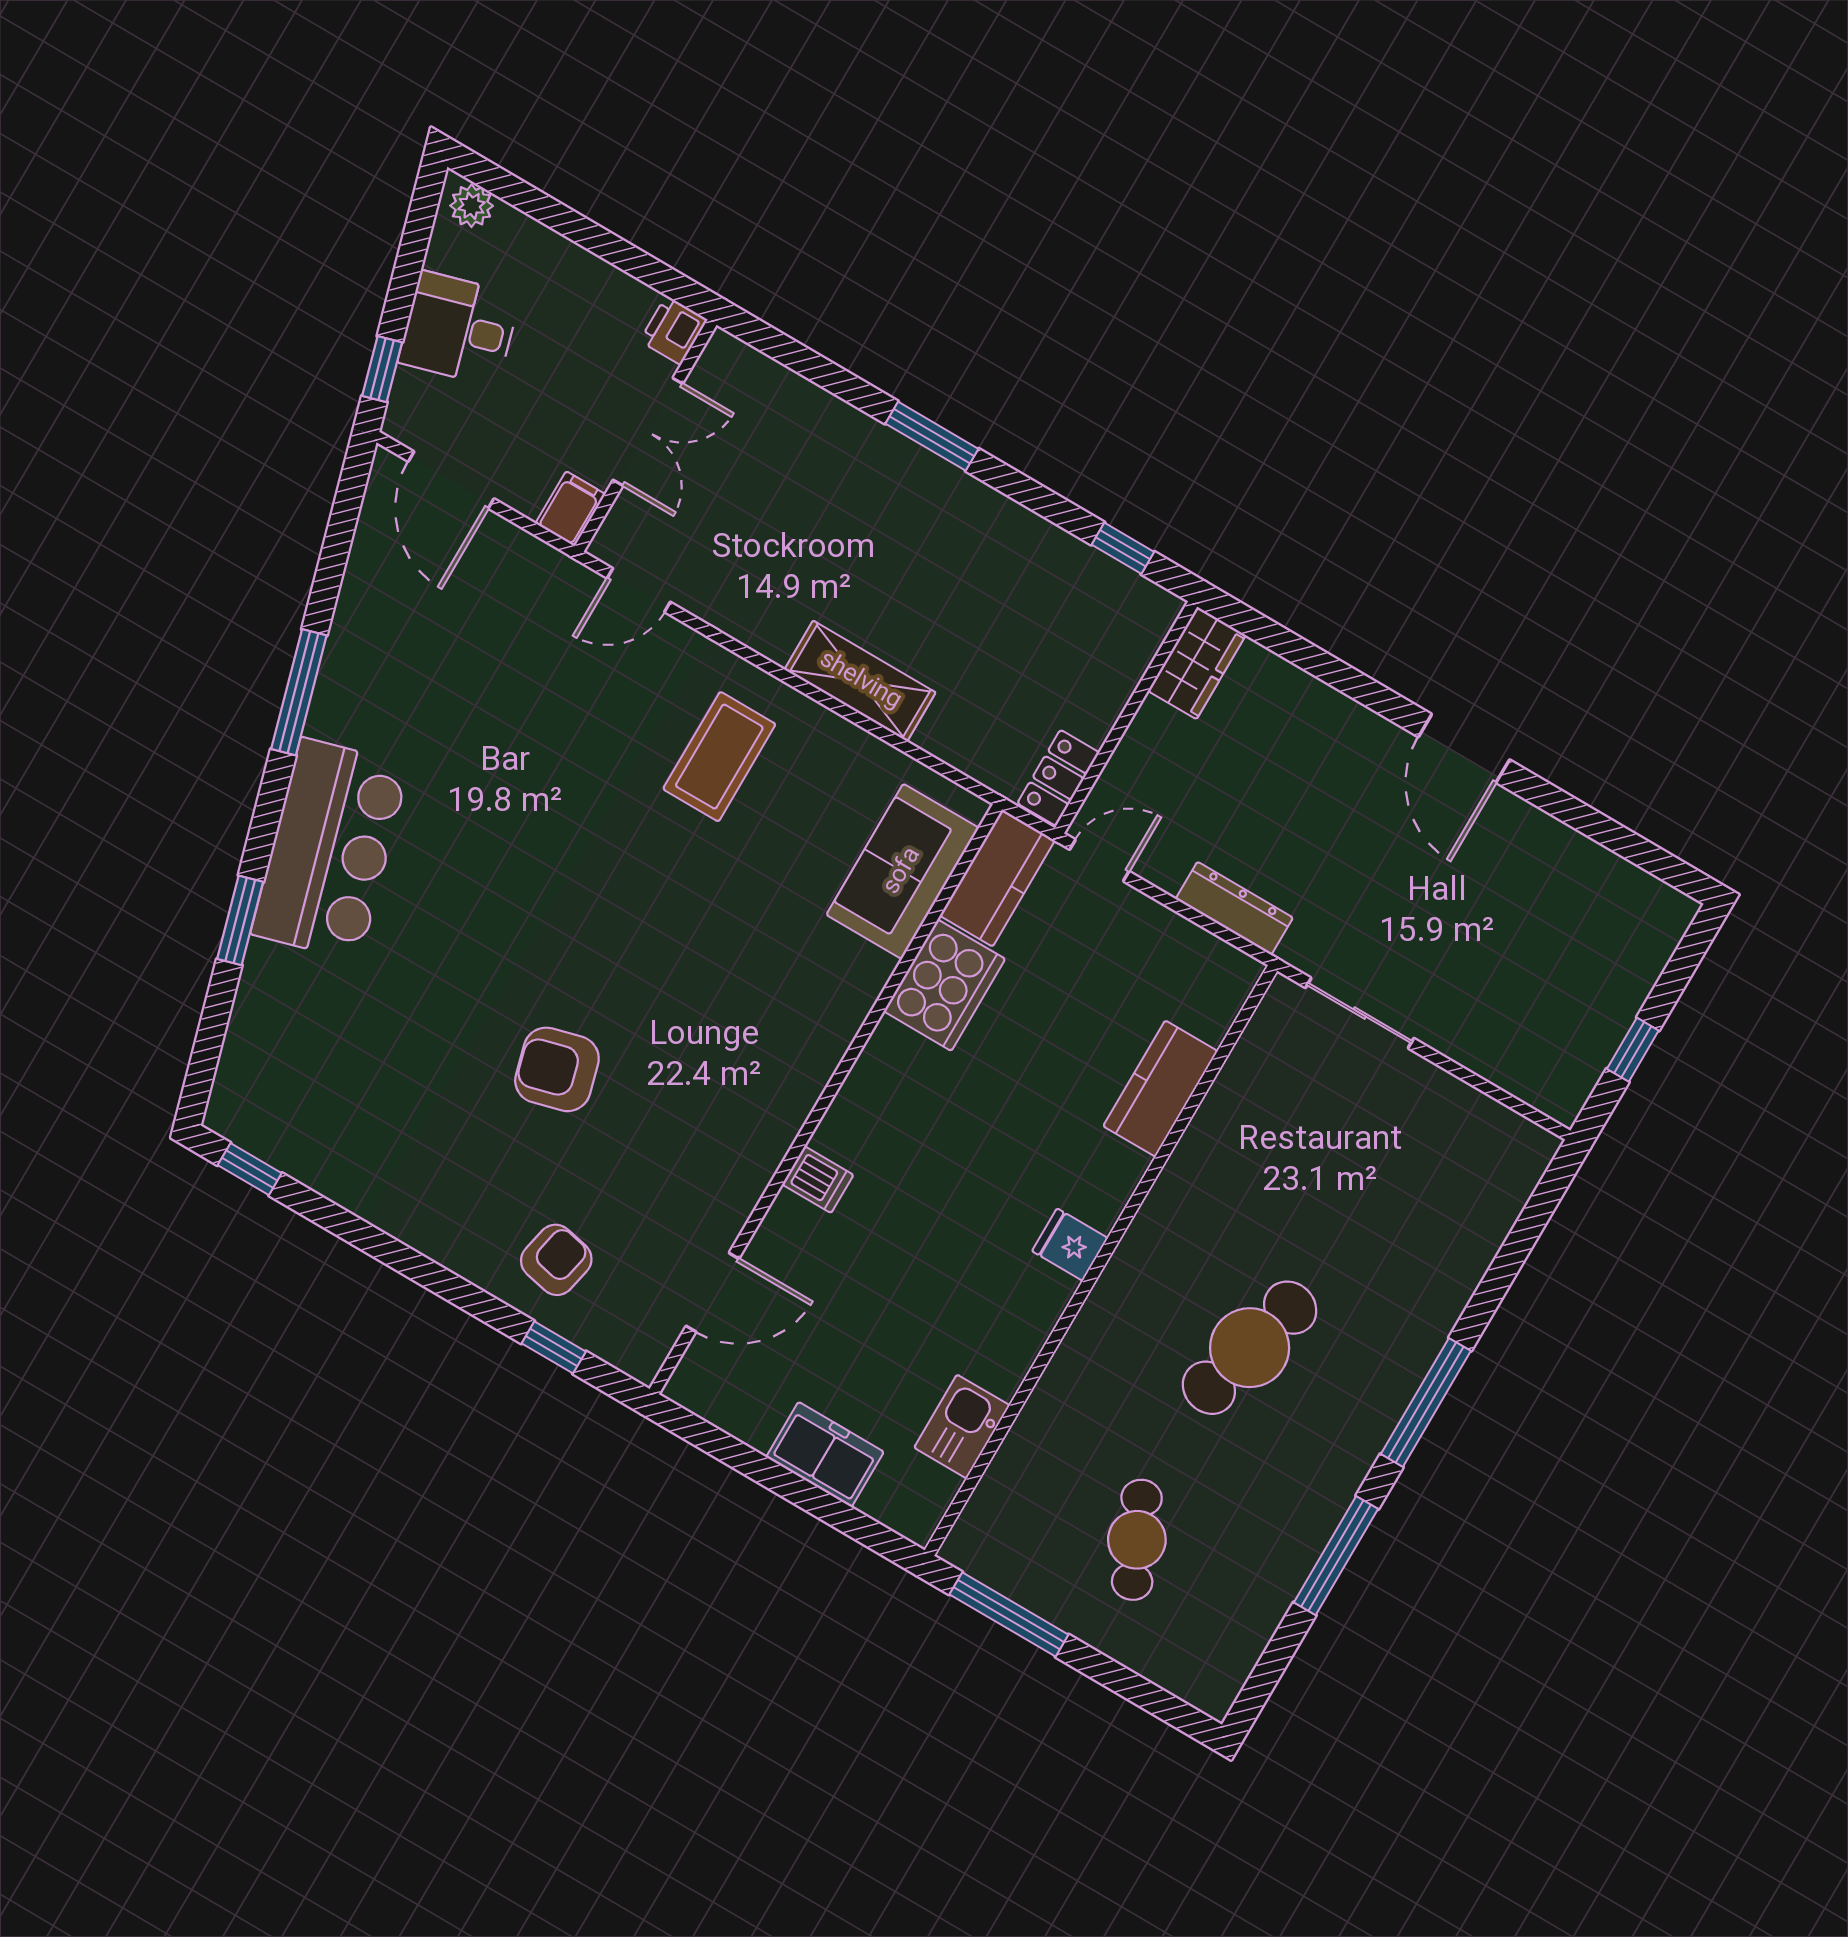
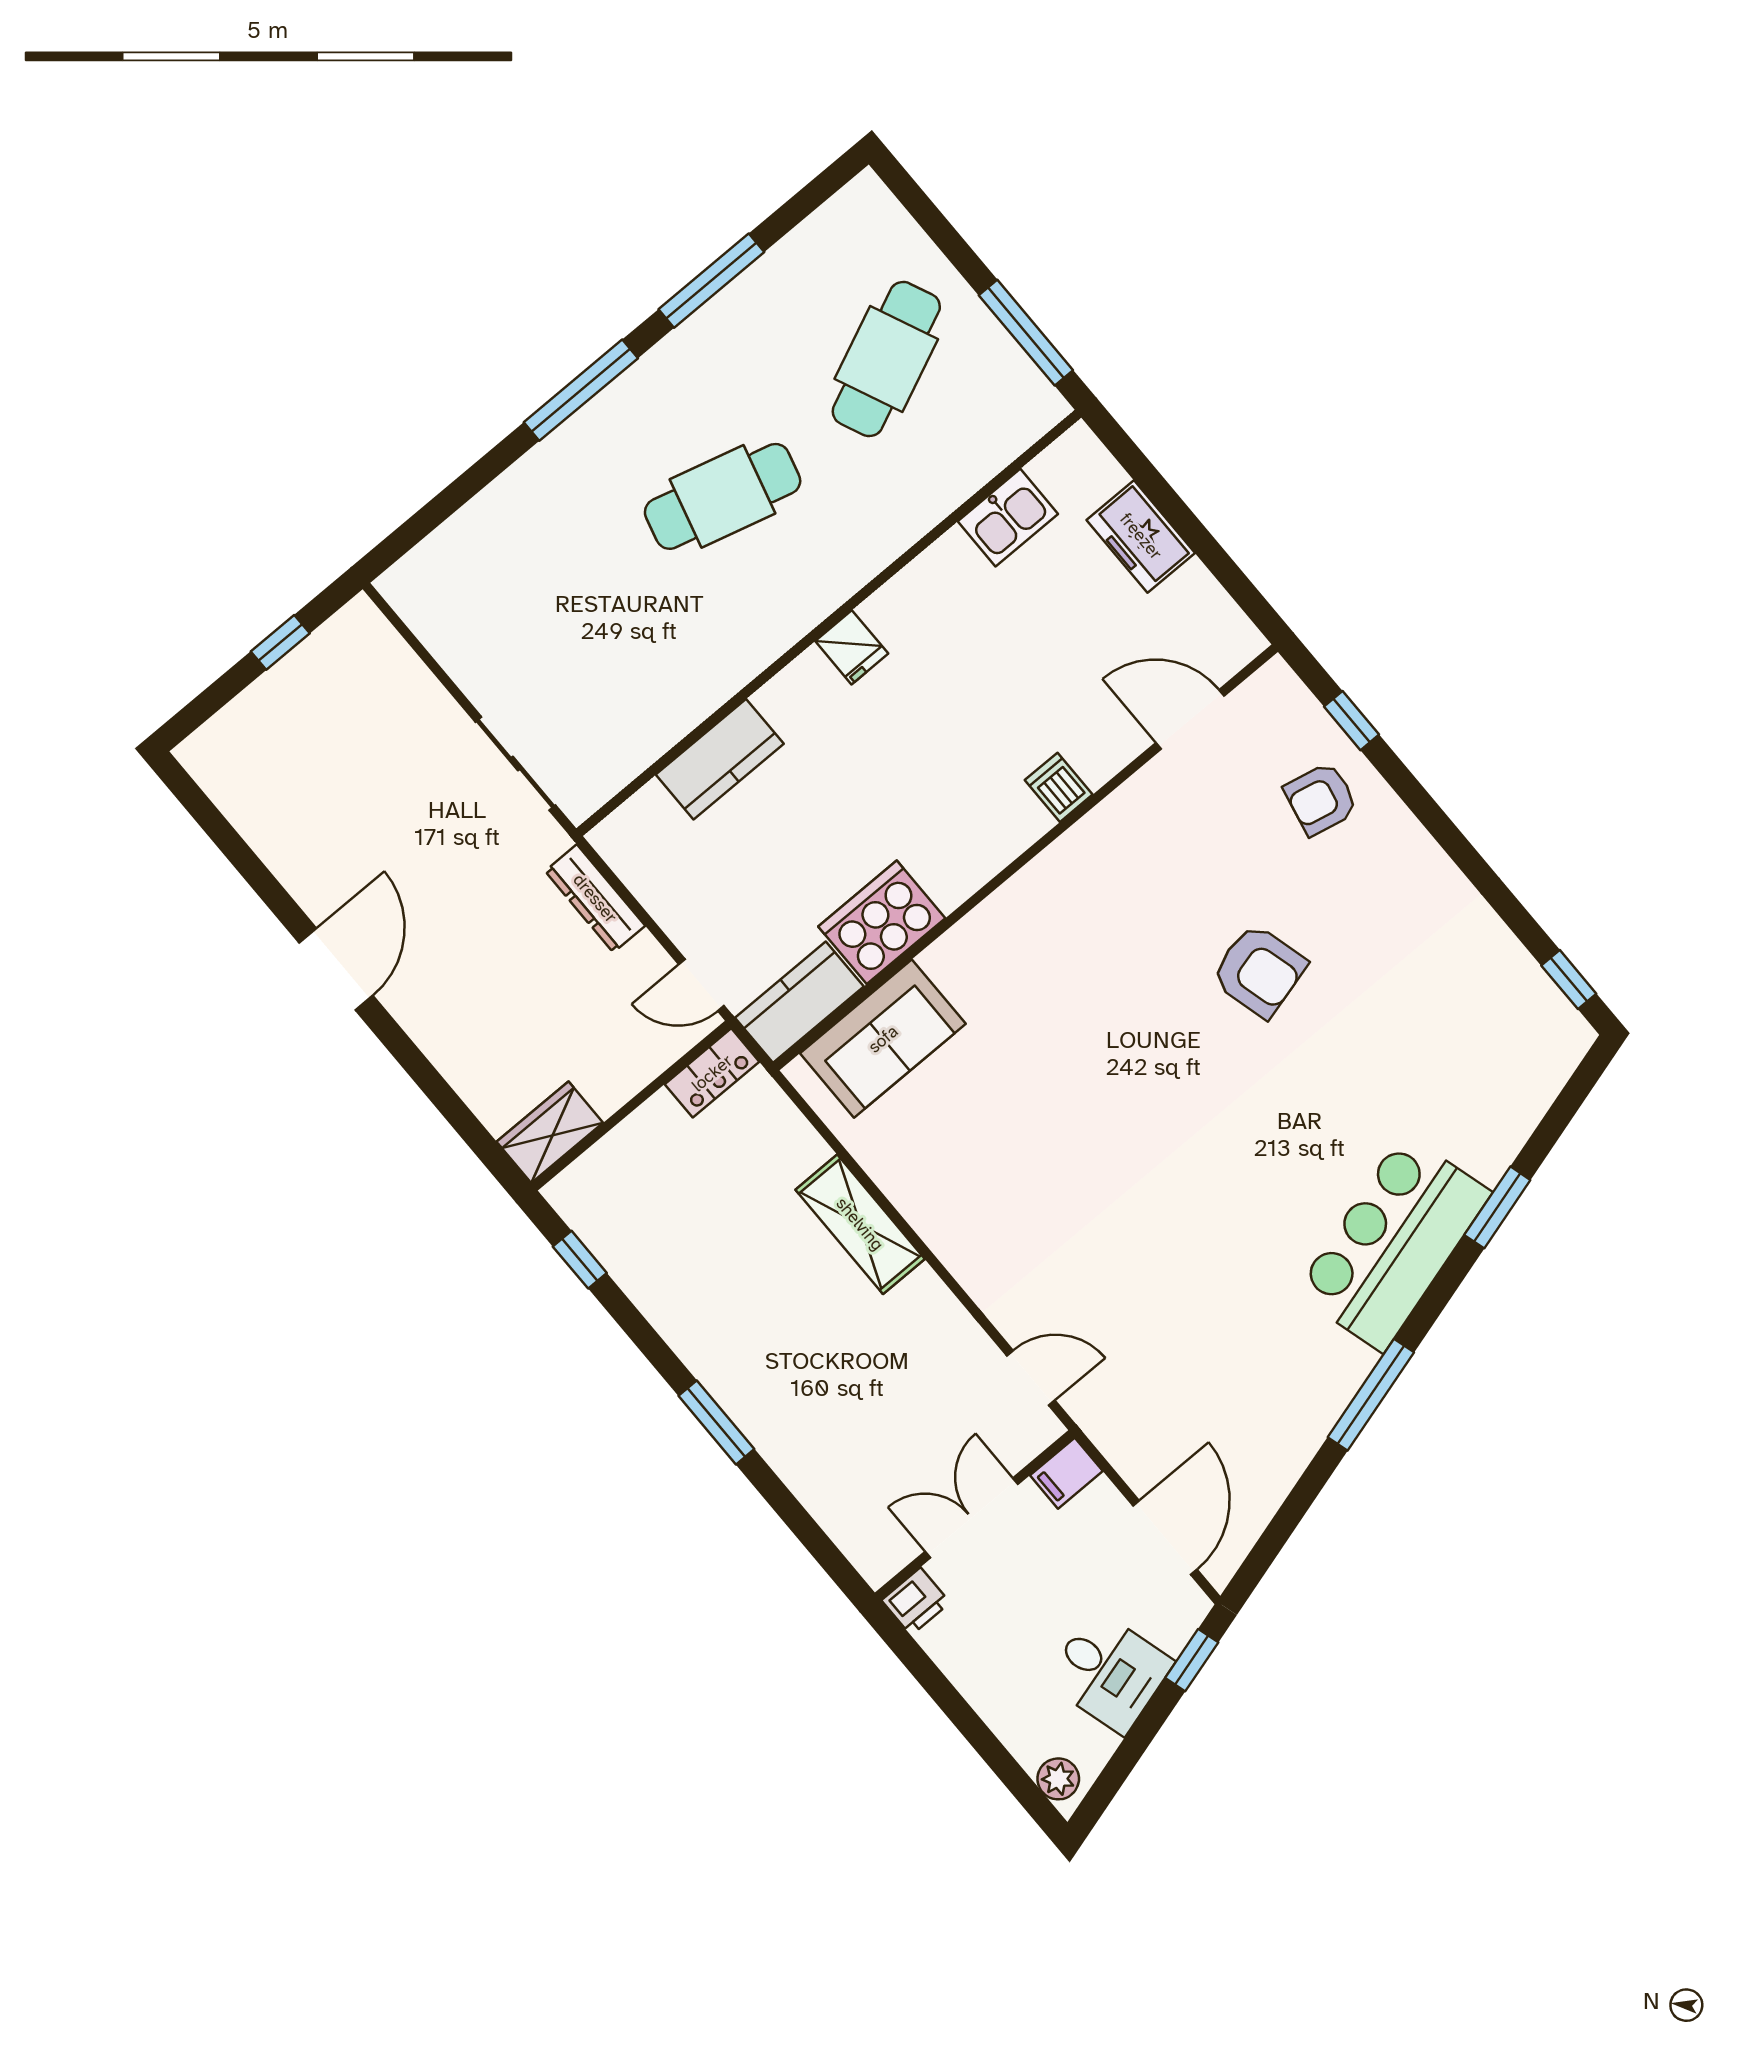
coffee table: (719, 757) -> (1012, 1201), removed
cafe table: (1137, 1540) -> (886, 359), width x1.37, depth x1.35

